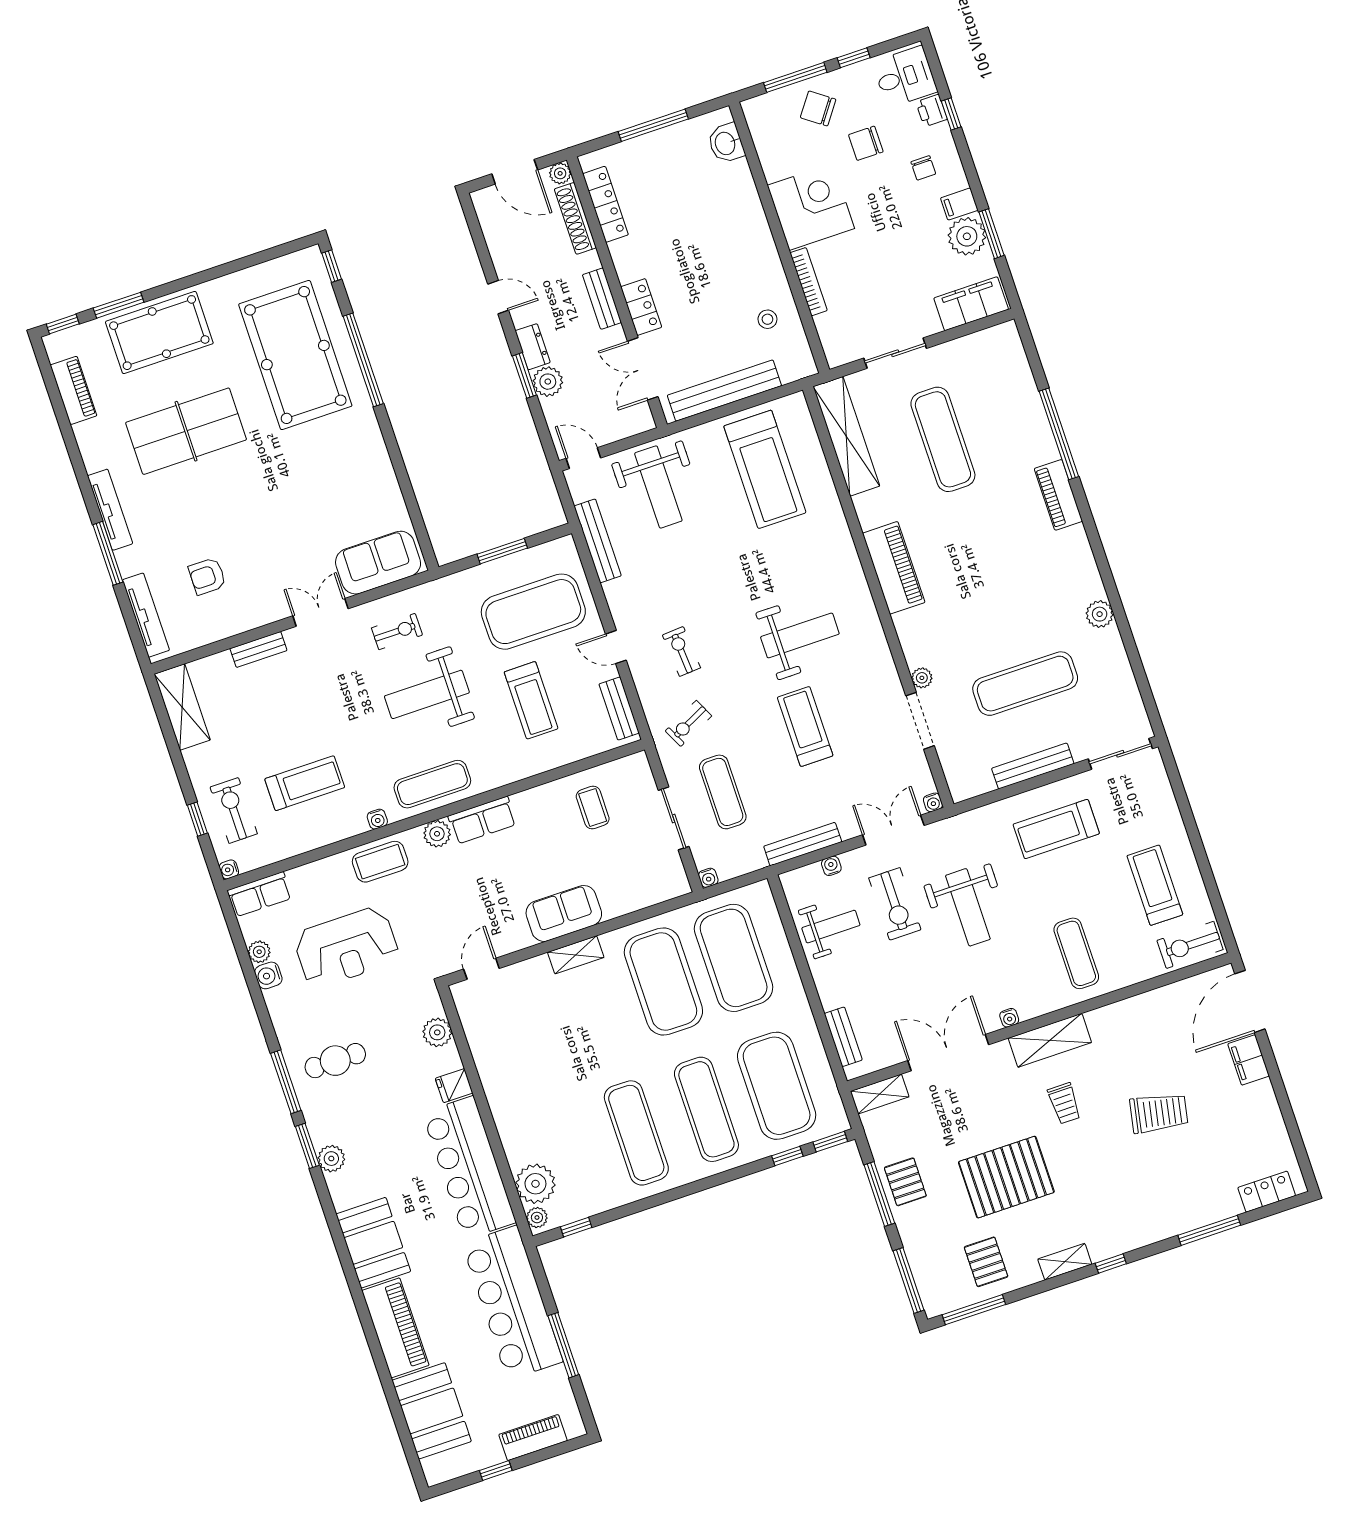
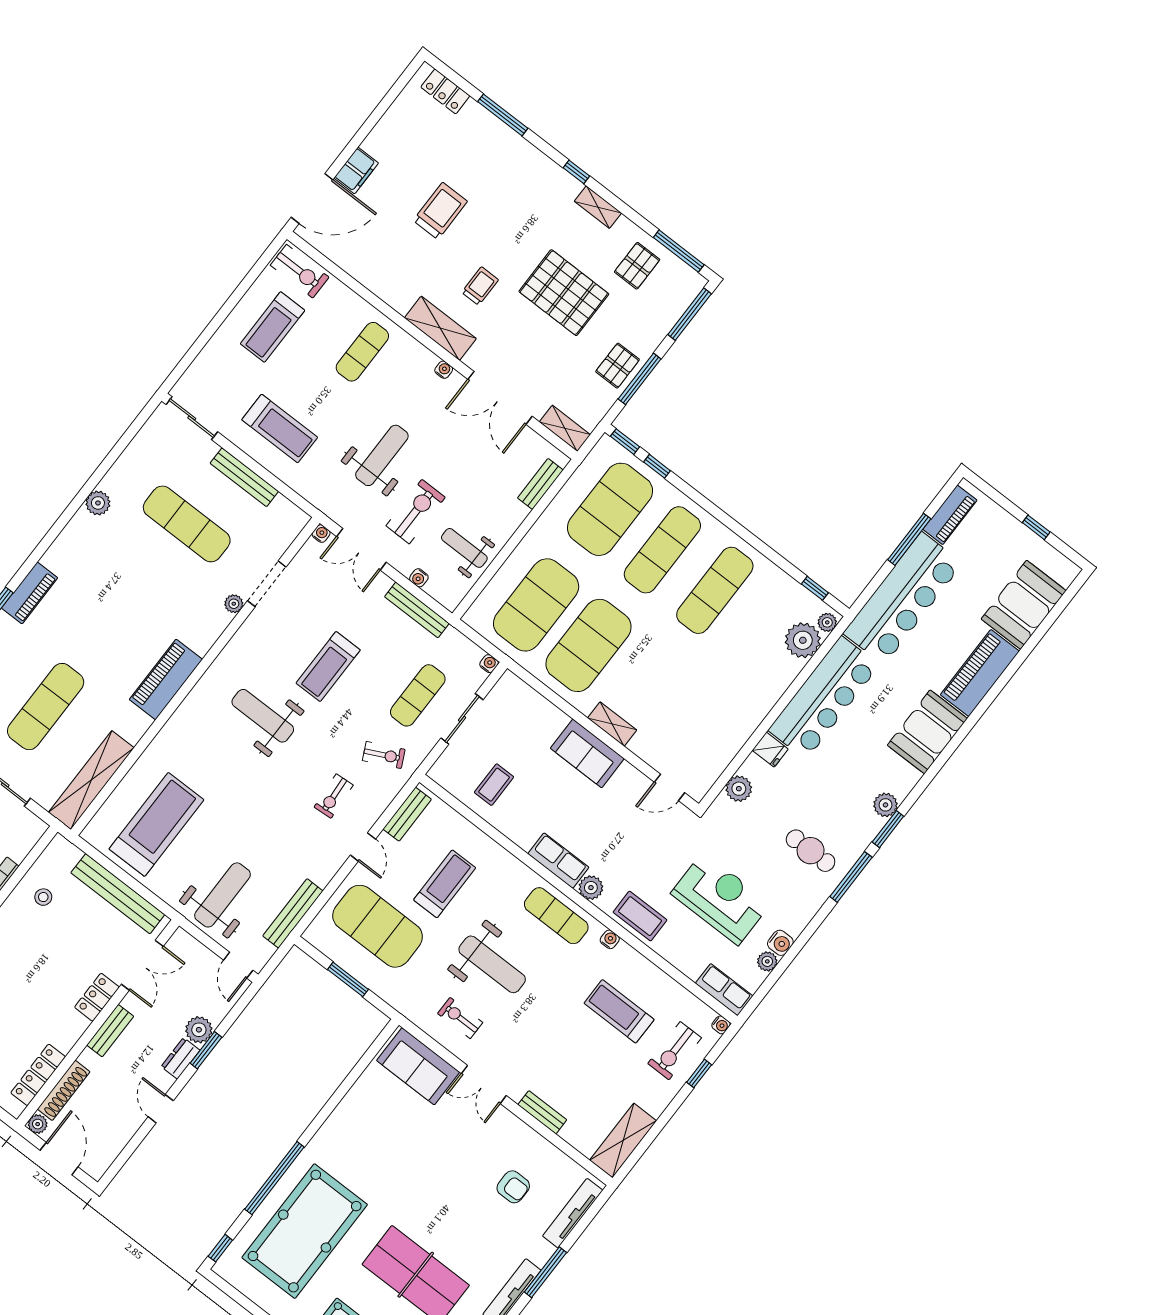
trolley: (1159, 1113) -> (440, 211), turned 79
piano: (533, 1438) -> (950, 515), moved, turned -90

